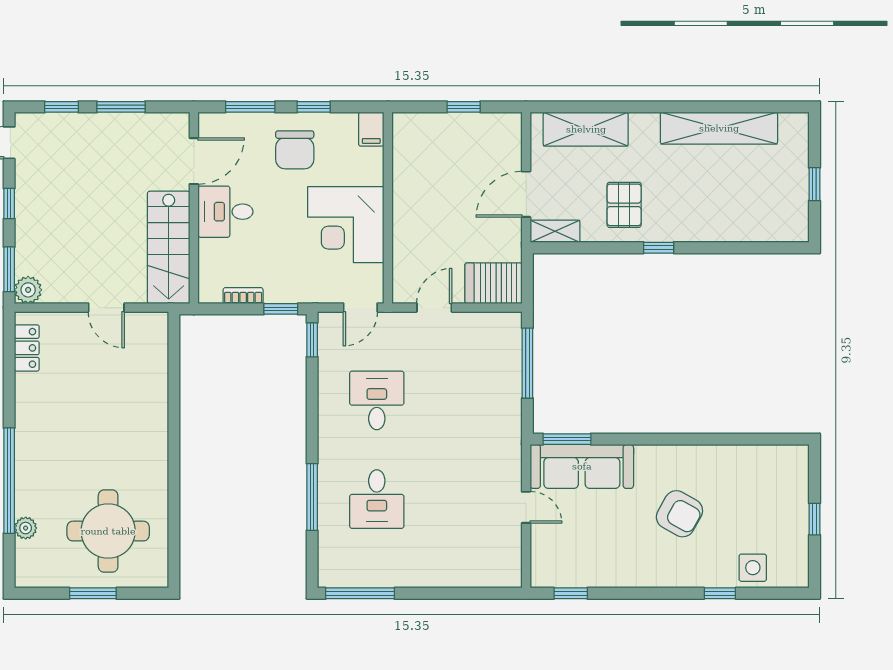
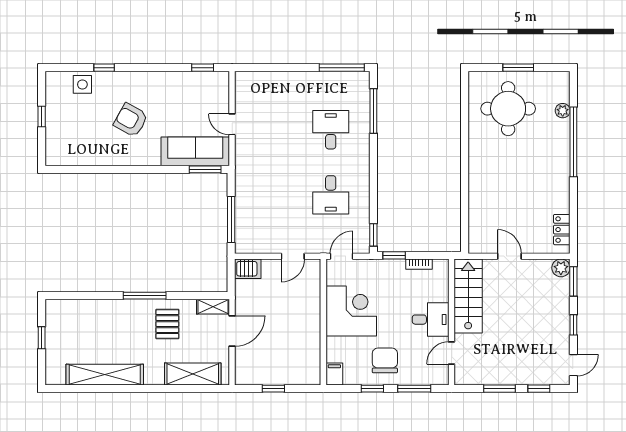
door: (194, 161) -> (452, 353), width x0.73
window: (659, 248) -> (145, 296), width x2.17
server rack: (494, 283) -> (248, 269), width x0.73, depth x0.70
window: (312, 497) -> (373, 111), moved

